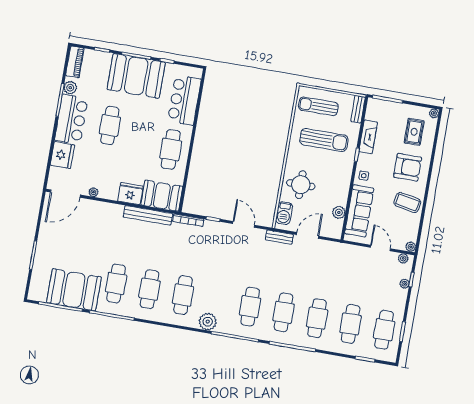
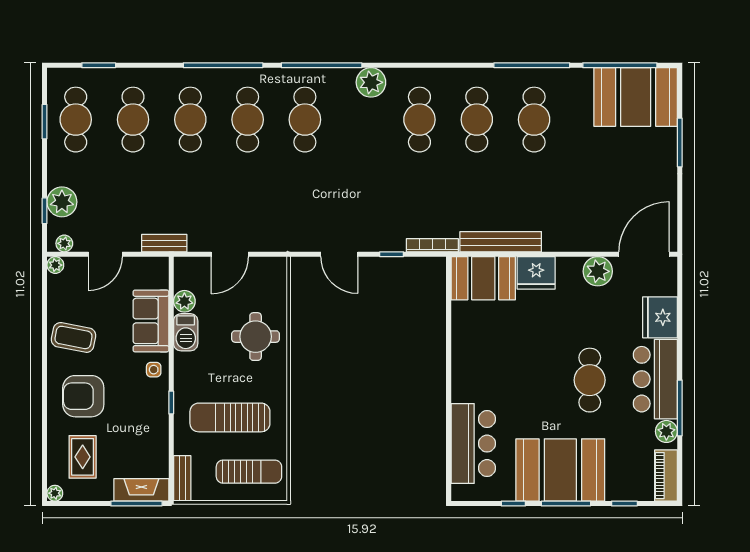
fireplace: (368, 137) -> (141, 490), moved, turned 90
cafe table: (171, 150) -> (482, 358), removed
plant: (93, 192) -> (598, 271), width x1.88, depth x1.88
sofa: (359, 211) -> (151, 321), width x0.73
barbecue: (284, 213) -> (186, 332), moved, turned 180
bench: (279, 237) -> (164, 243), moved
door: (380, 248) -> (105, 254), hinge flipped
plant: (405, 284) -> (62, 202), width x1.87, depth x1.87
booth: (74, 290) -> (636, 97), moved

